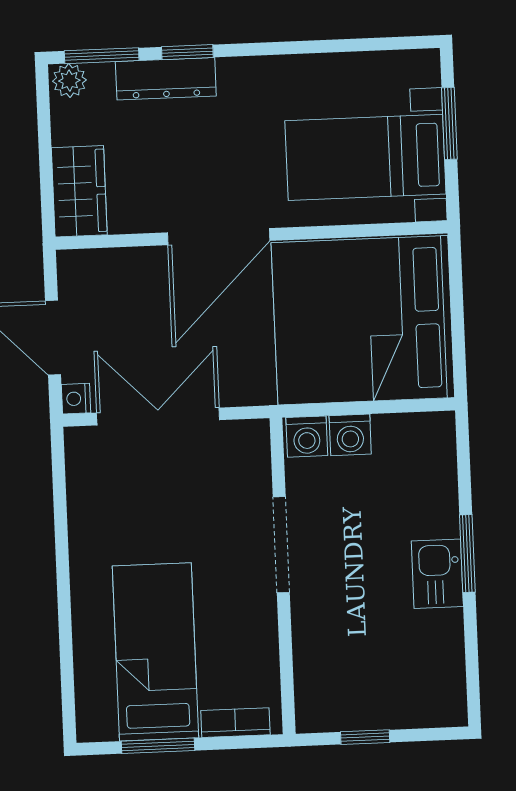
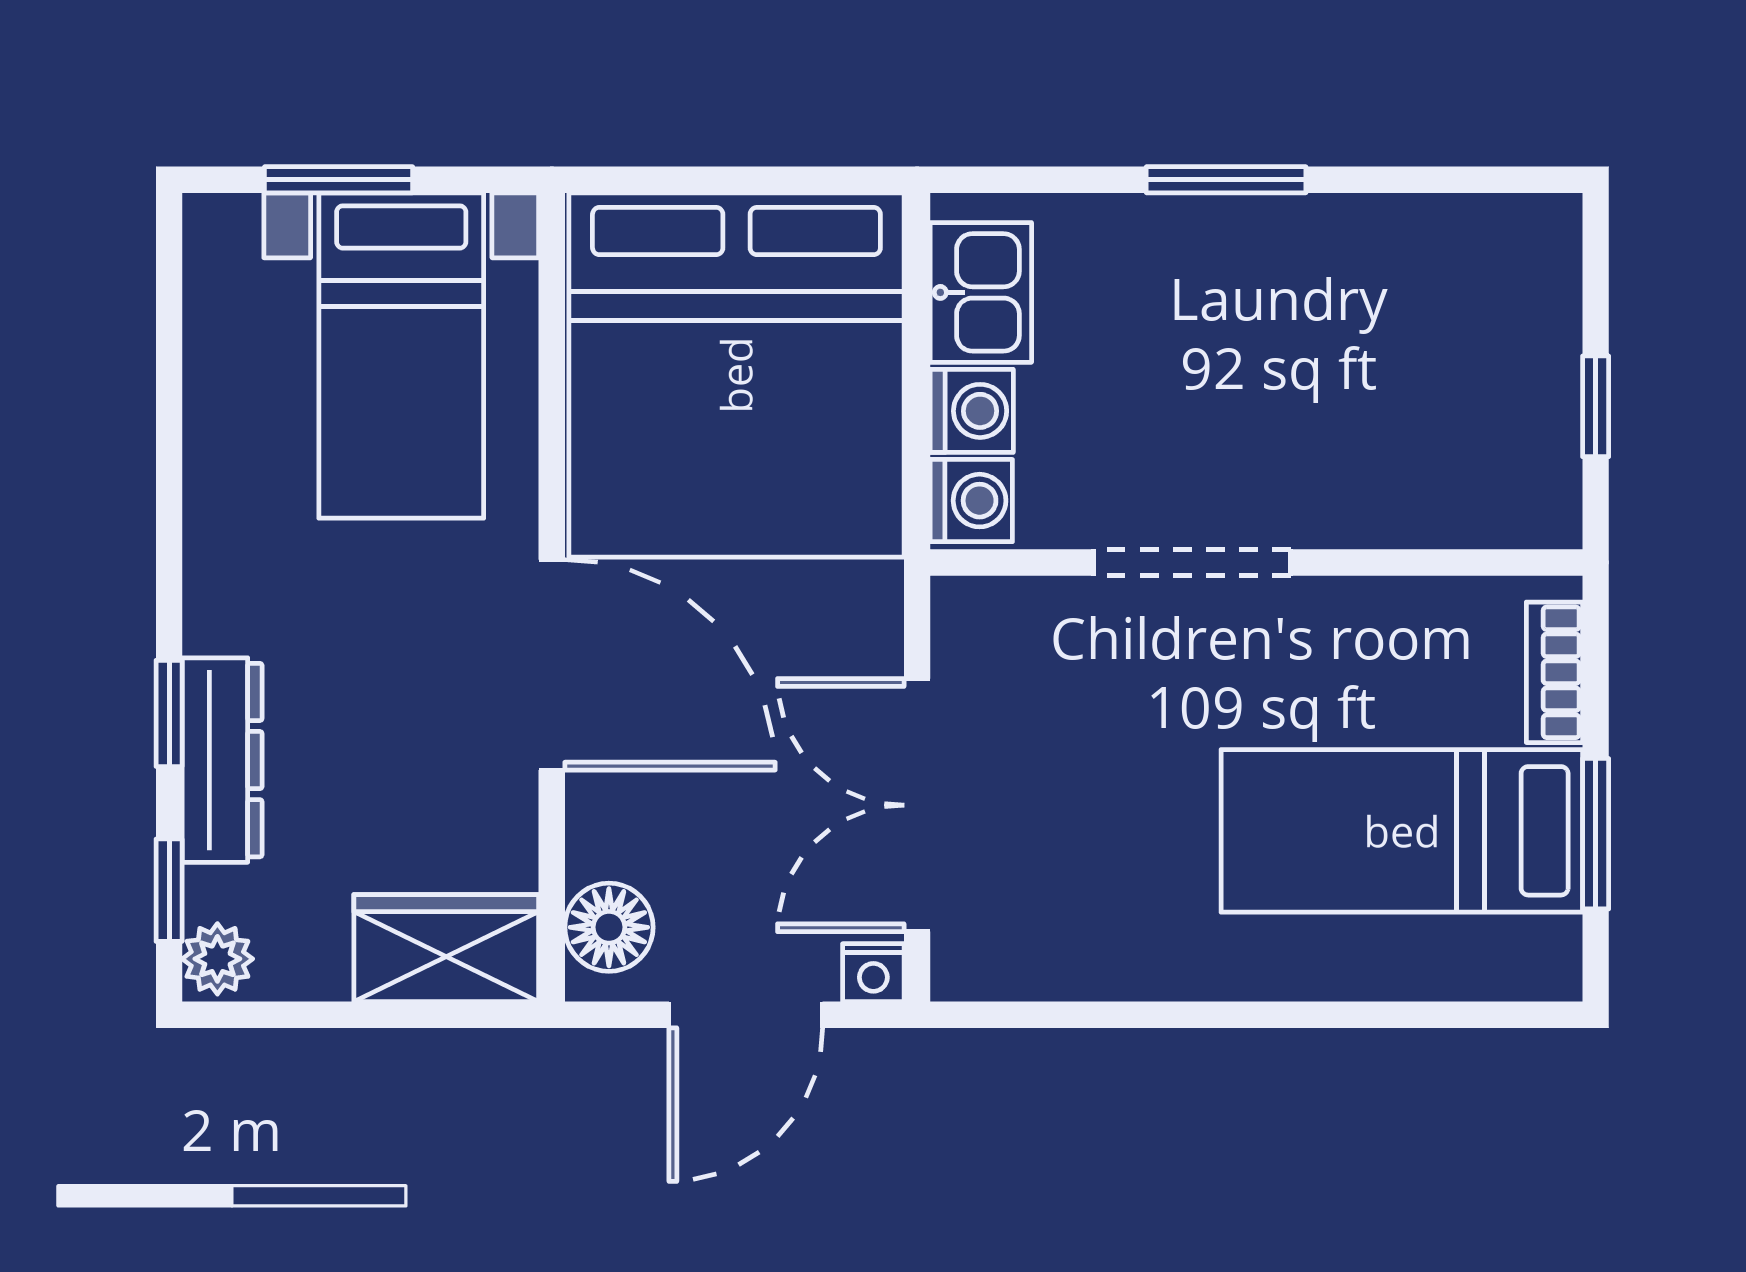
window: (102, 56) -> (169, 890), width x0.67
floor lamp: (93, 270) -> (609, 927), added
kitchen sink: (437, 574) -> (981, 292), moved, turned -90

